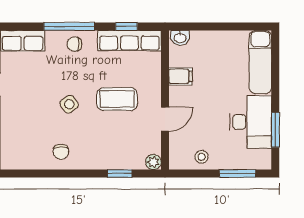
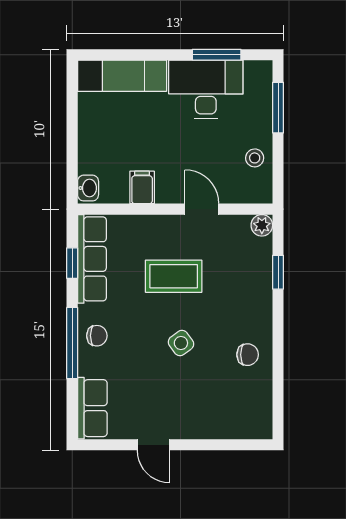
chair: (74, 44) -> (97, 336), turned -90
coffee table: (117, 99) -> (174, 276), turned 90

